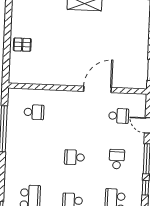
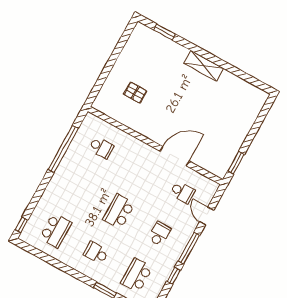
pallet: (22, 45) -> (135, 93), moved
school desk: (74, 157) -> (119, 211), width x1.85

